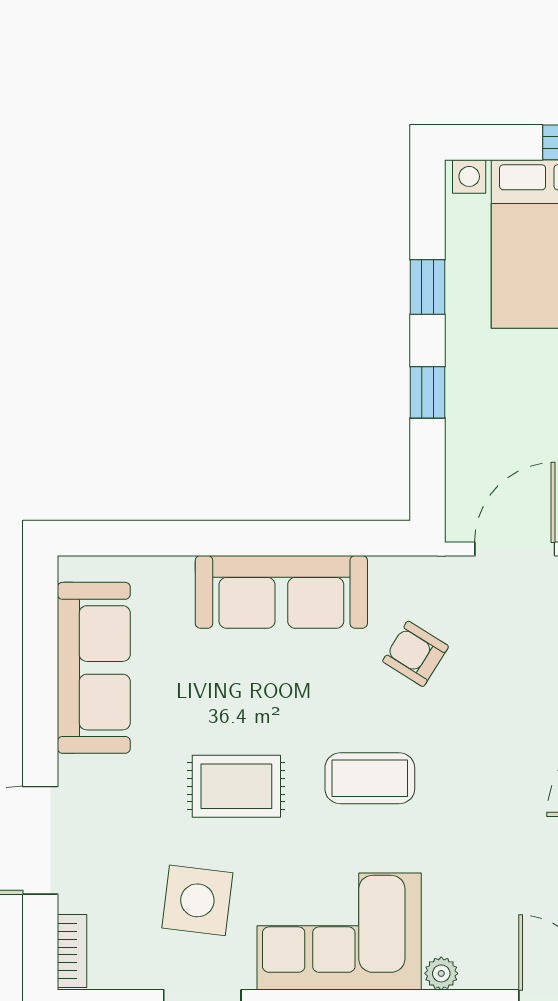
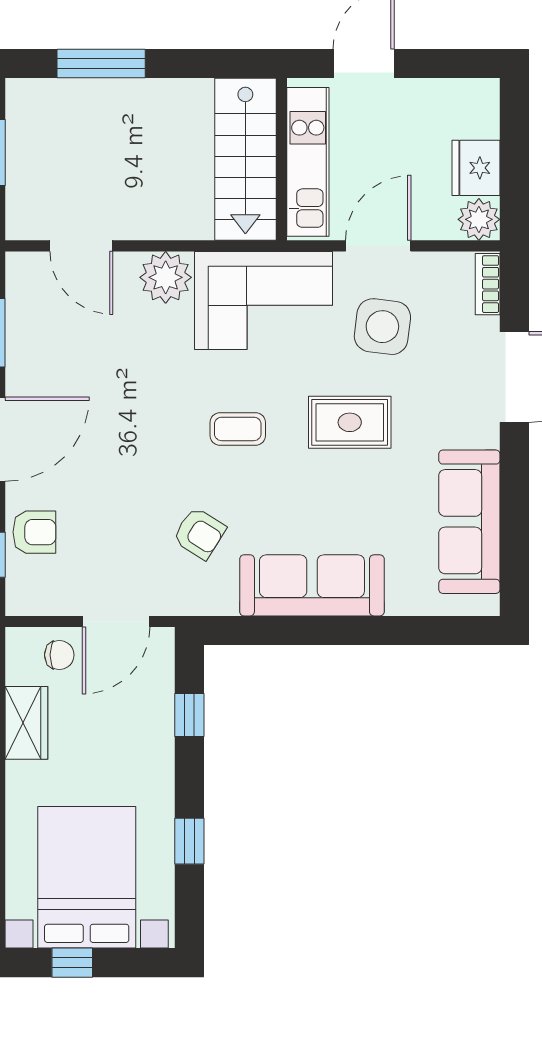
window: (427, 392) -> (189, 715), moved
coffee table: (370, 778) -> (238, 429), width x0.73, depth x0.77
plant: (441, 973) -> (166, 277), width x1.88, depth x1.88

